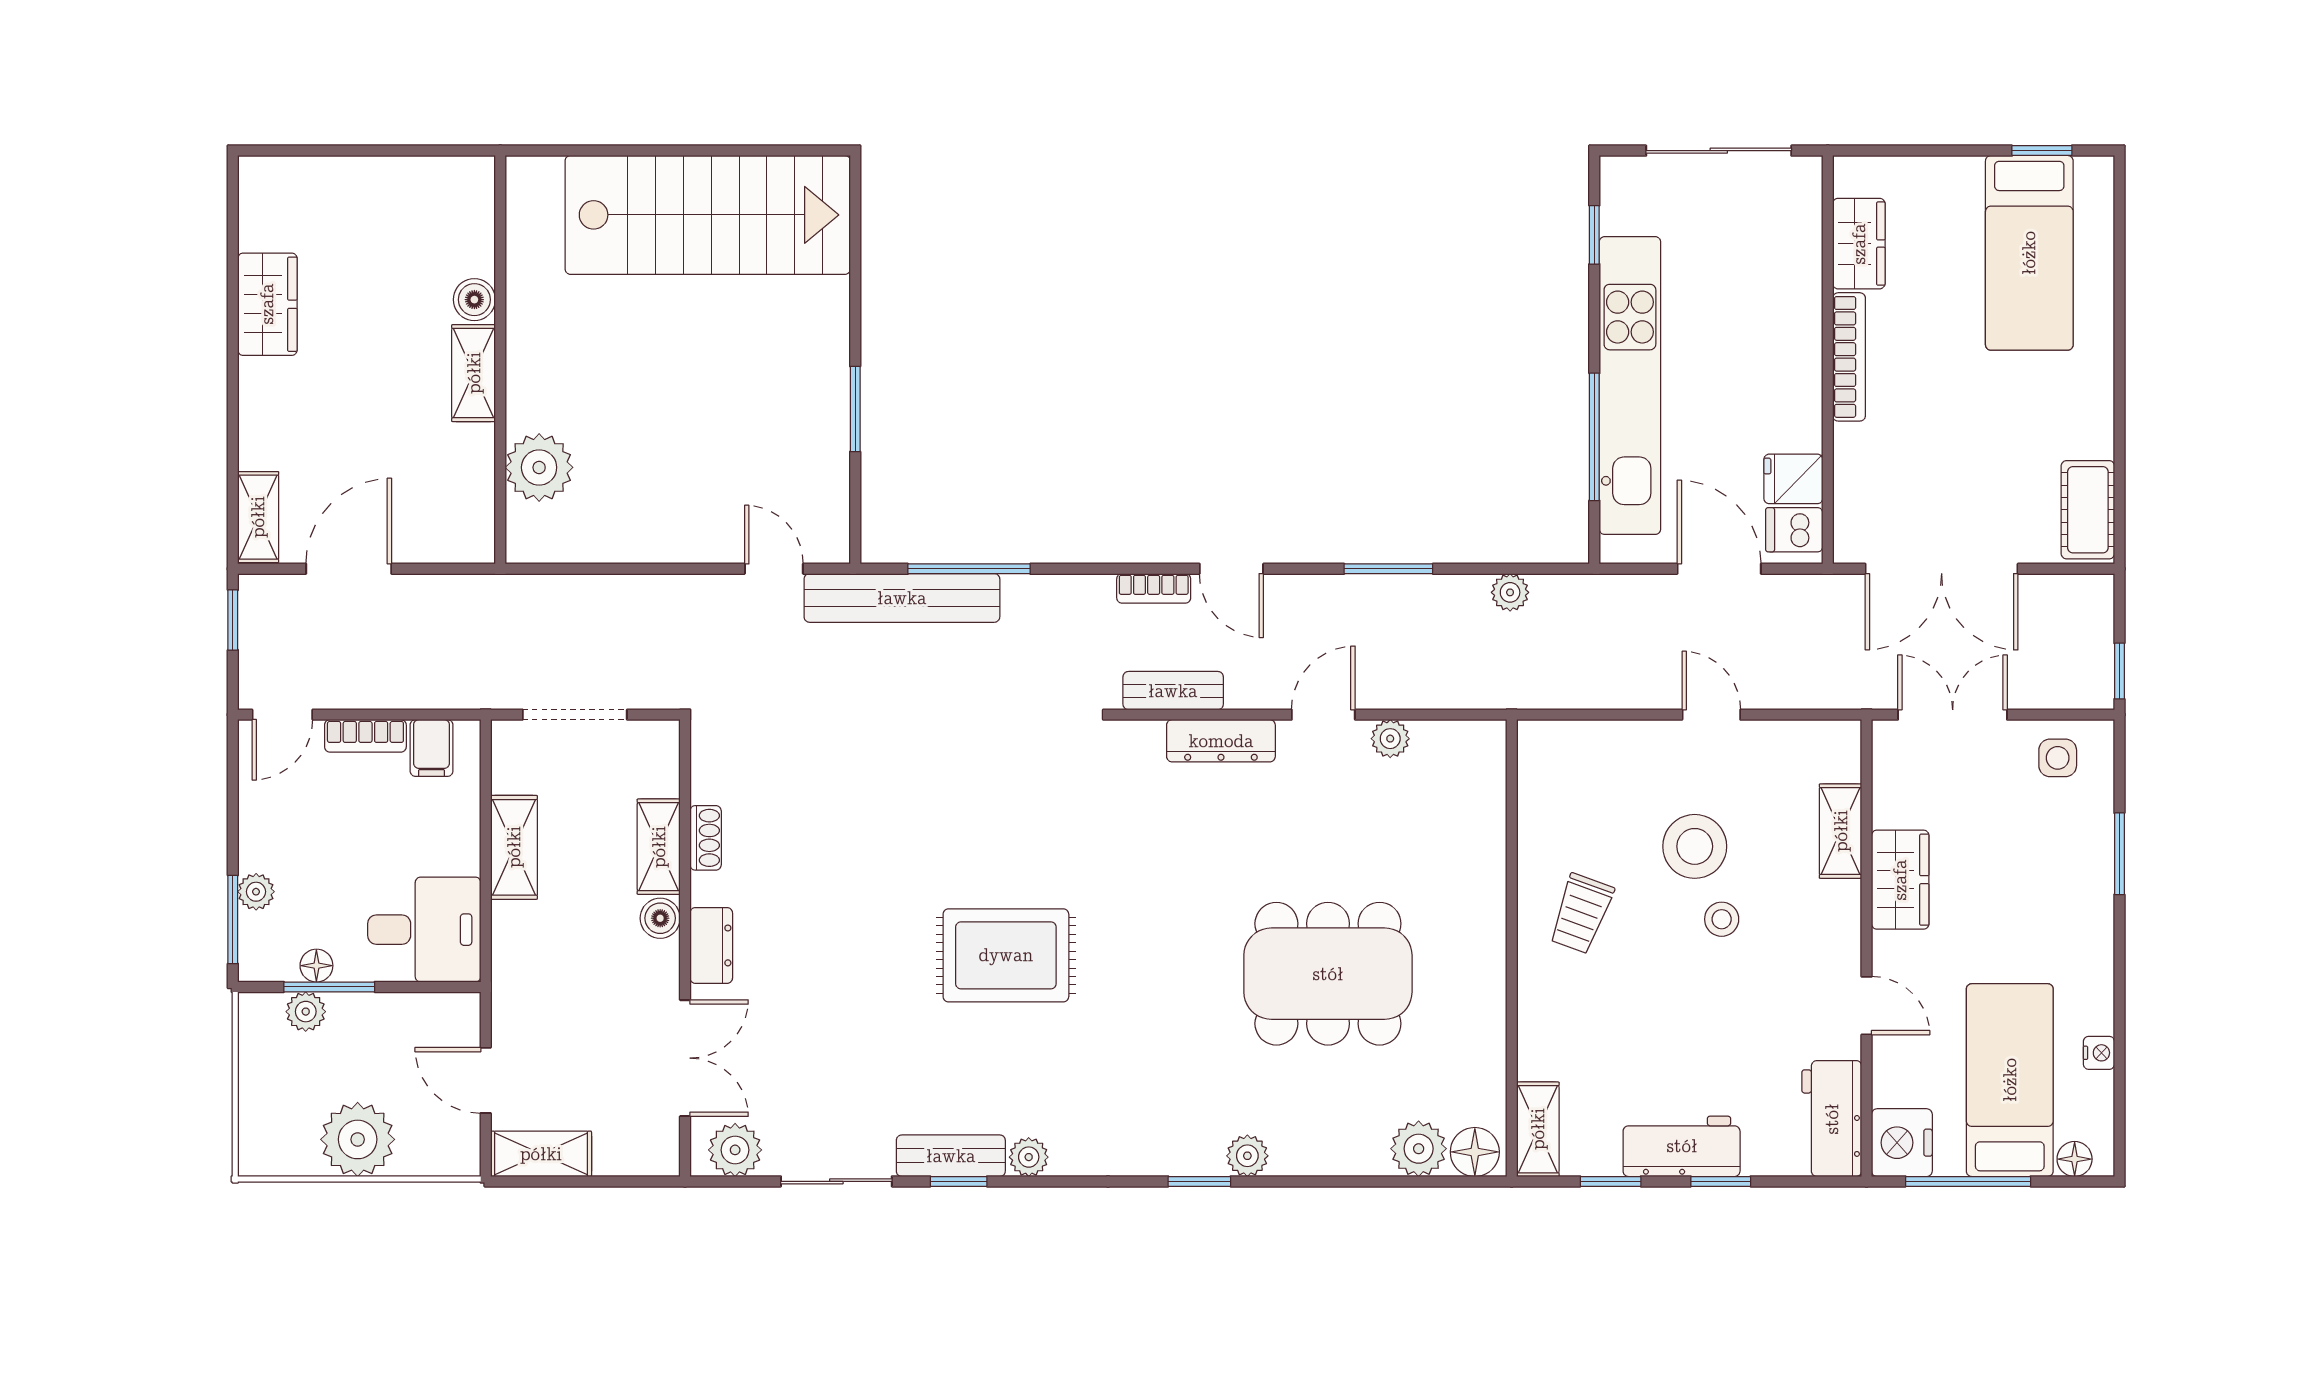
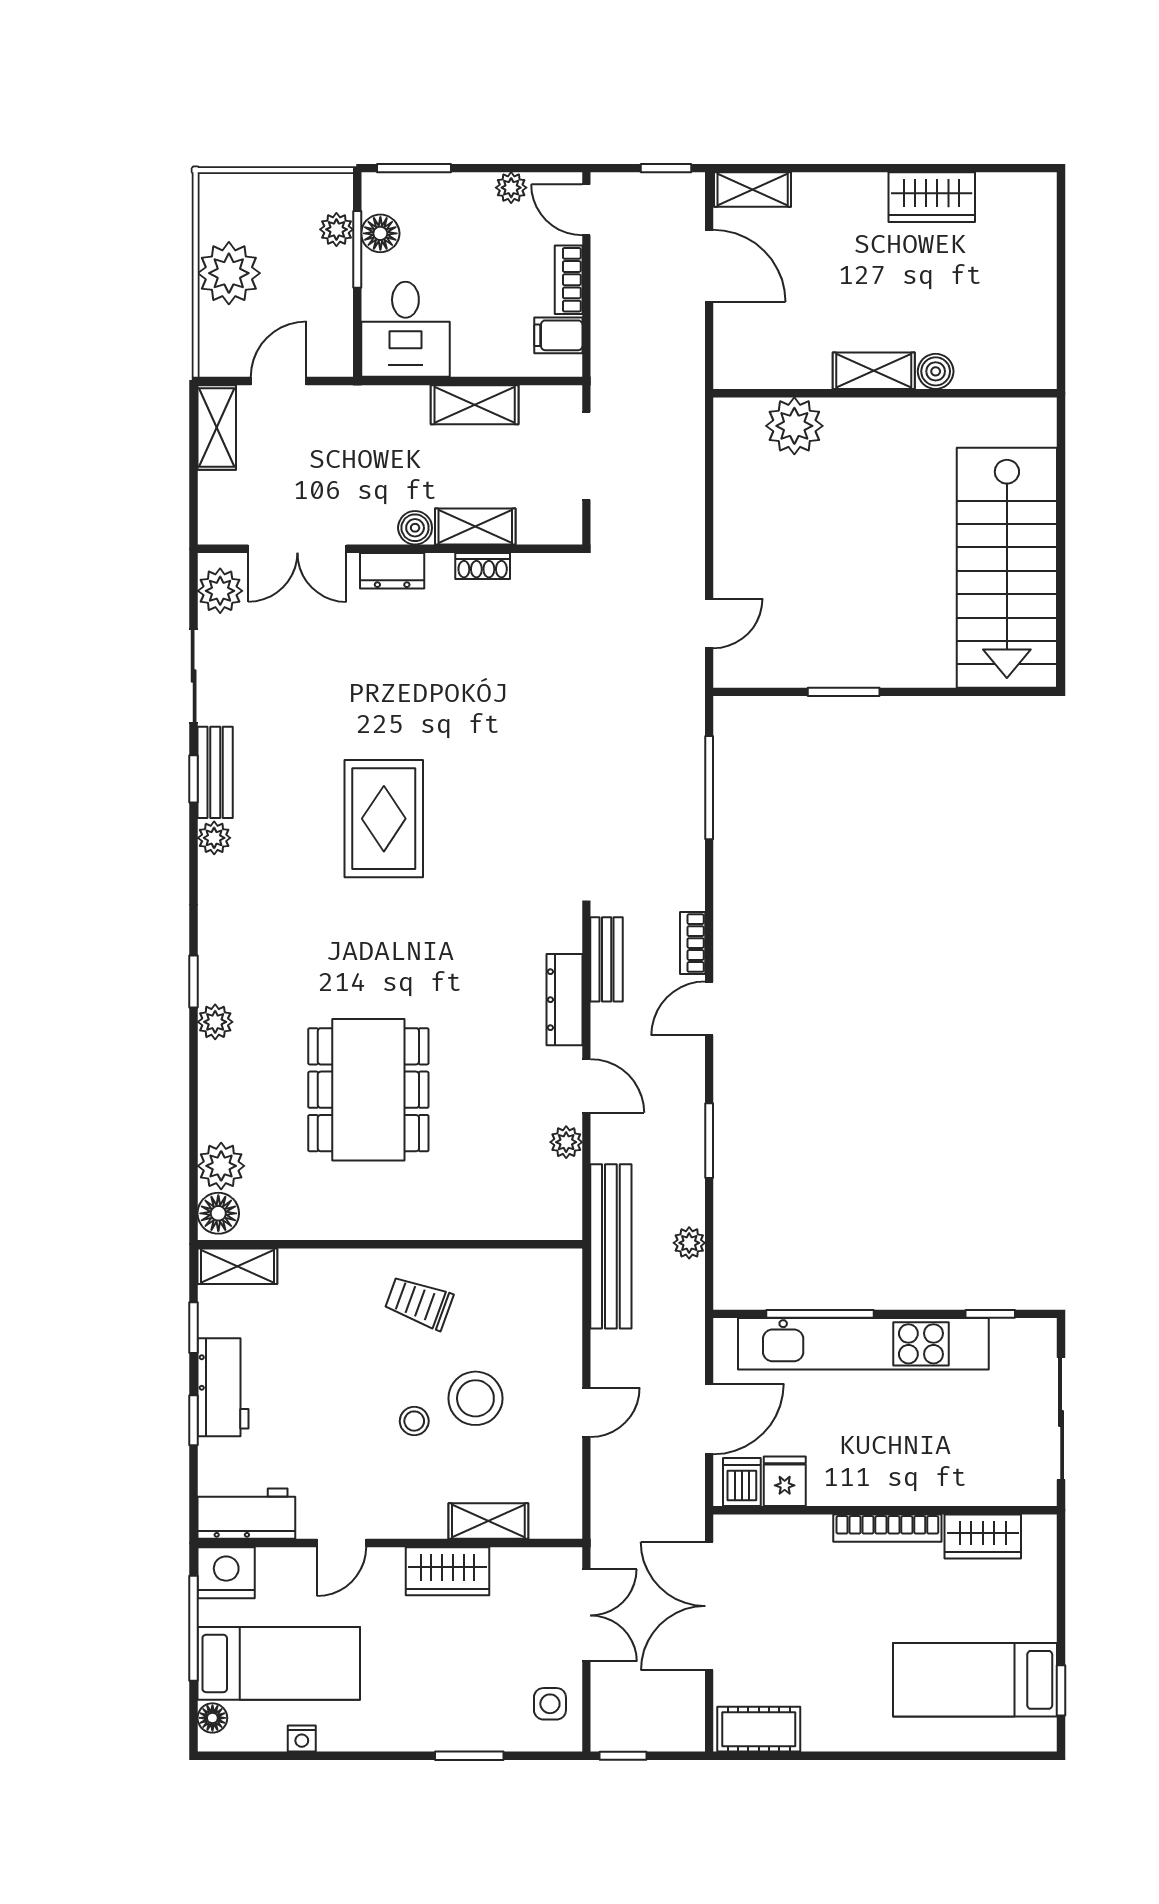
bench: (902, 598) -> (611, 1246), moved
plant: (256, 892) -> (511, 188), moved
floor lamp: (316, 966) -> (380, 233), width x1.37, depth x1.37

